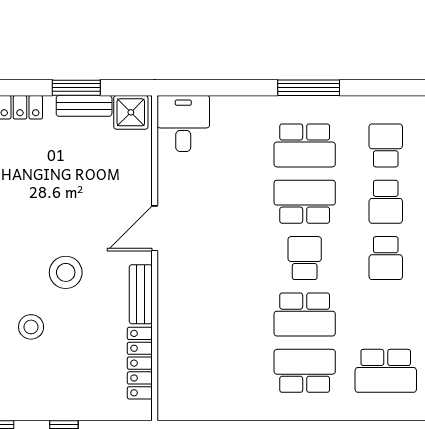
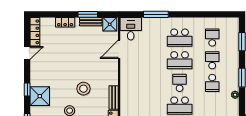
window: (309, 88) -> (156, 14), moved
school desk: (305, 202) -> (180, 60), turned 180
school desk: (386, 202) -> (212, 60), turned 180
door: (155, 228) -> (119, 49), moved

